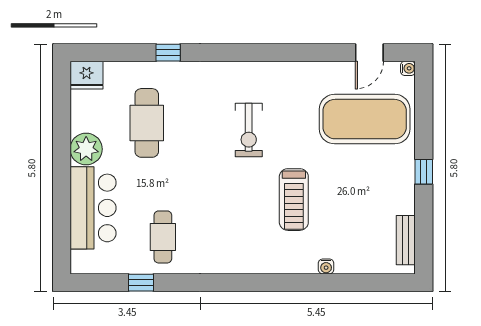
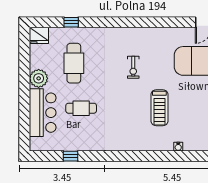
window: (168, 53) -> (71, 22), moved
exercise bike: (249, 130) -> (133, 67), width x0.73, depth x0.72
cafe table: (163, 237) -> (81, 108), moved, turned 90

